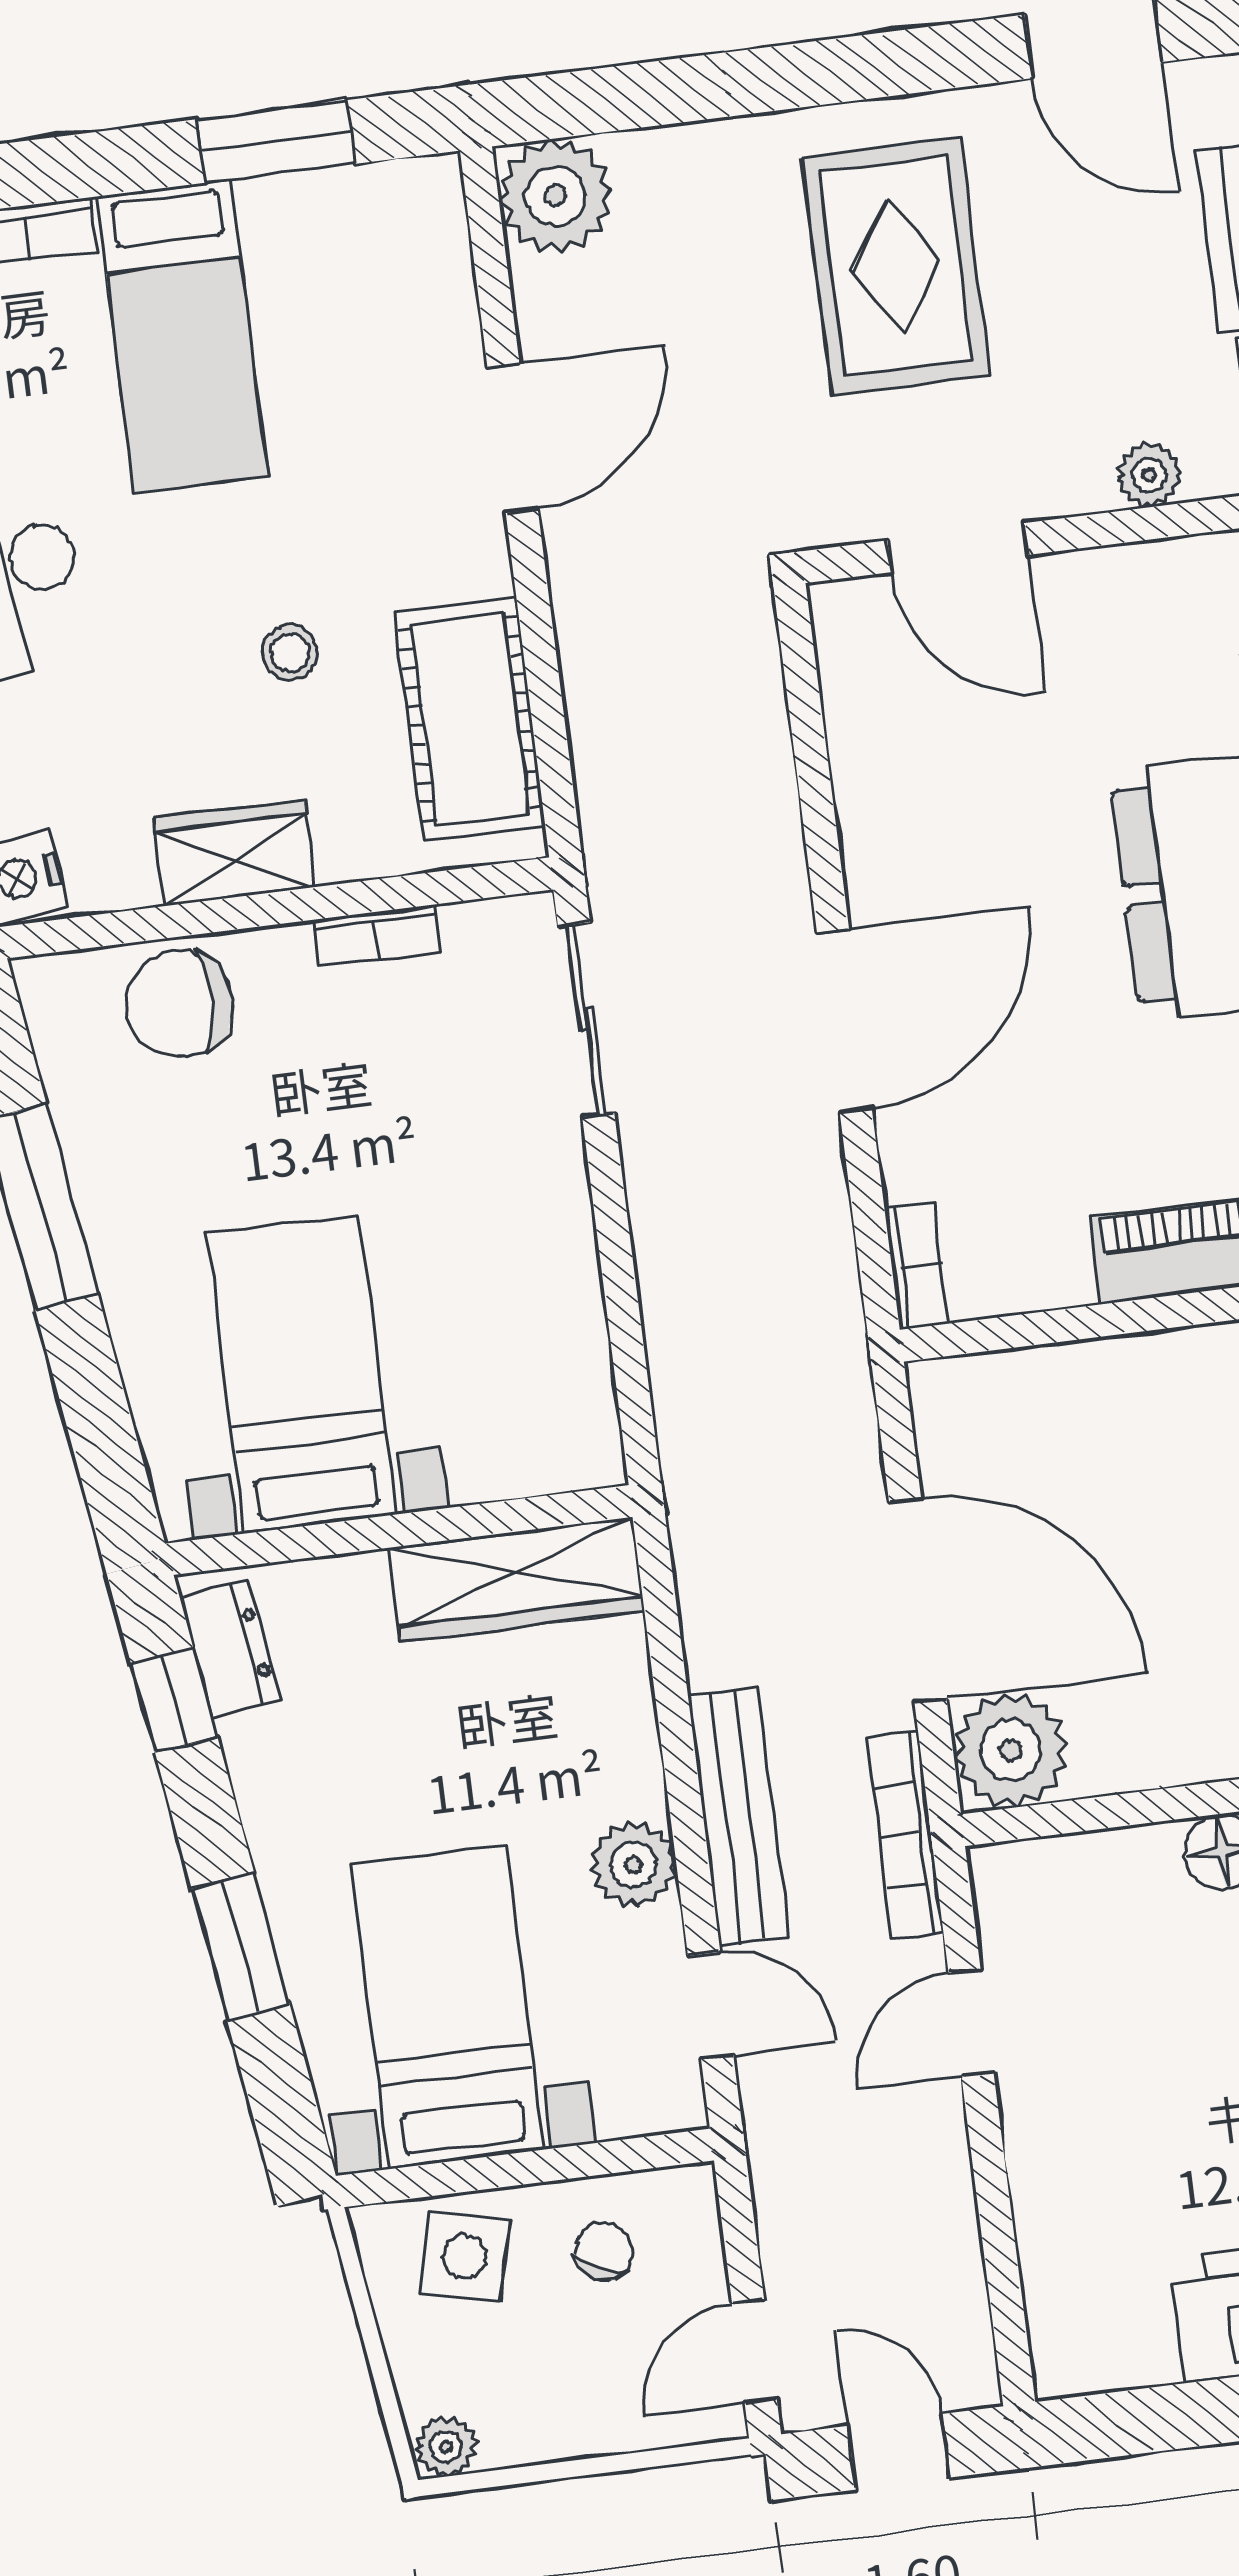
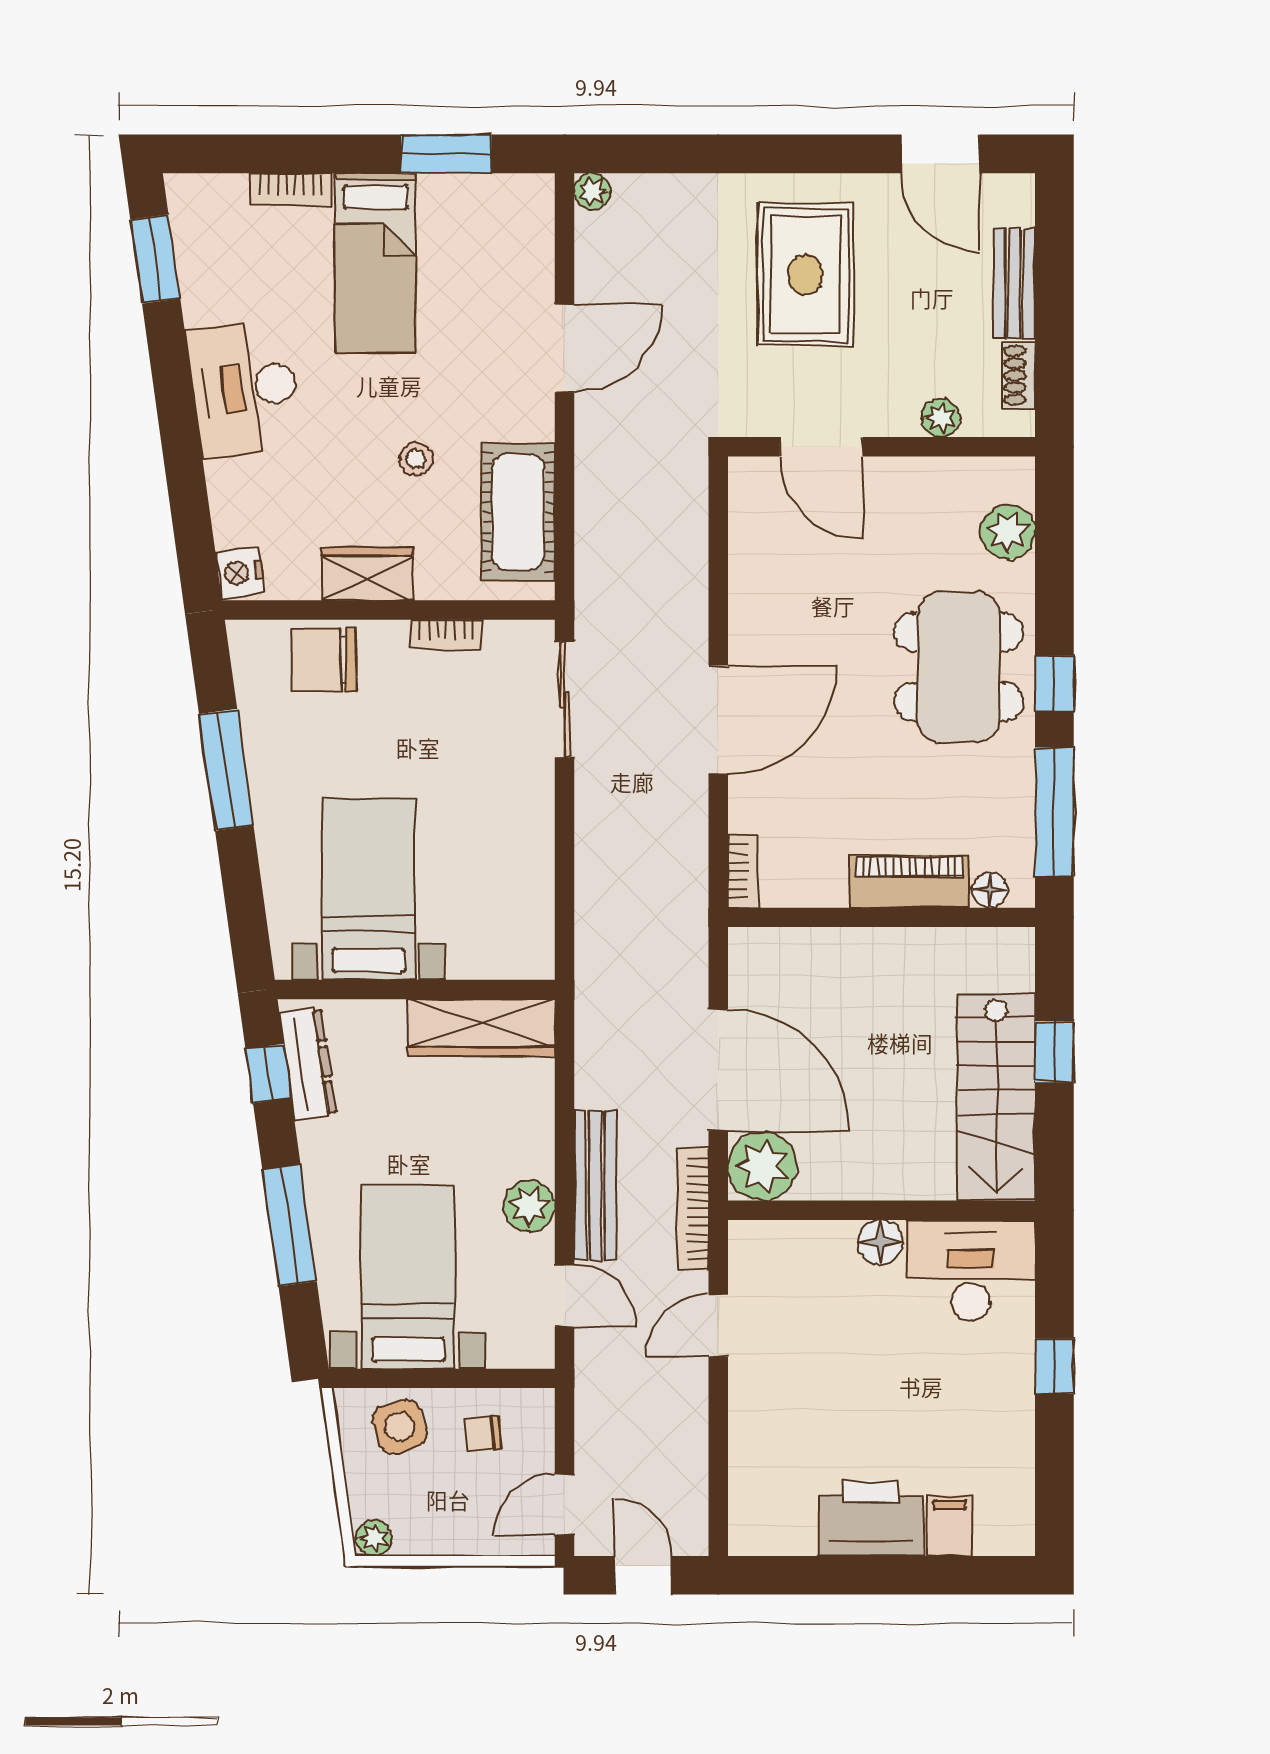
plant: (555, 196) -> (592, 191), width x0.53, depth x0.53
dresser: (230, 1650) -> (308, 1064), width x1.44
window: (241, 1946) -> (289, 1225), width x1.44
chair: (604, 2251) -> (483, 1434), turned -122
side table: (465, 2257) -> (399, 1427), turned -32

